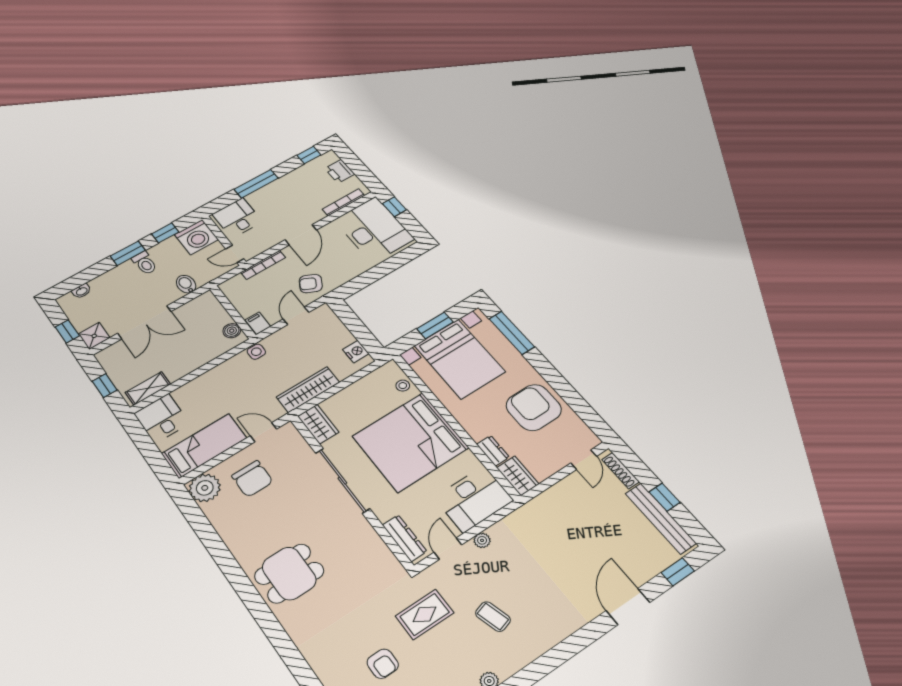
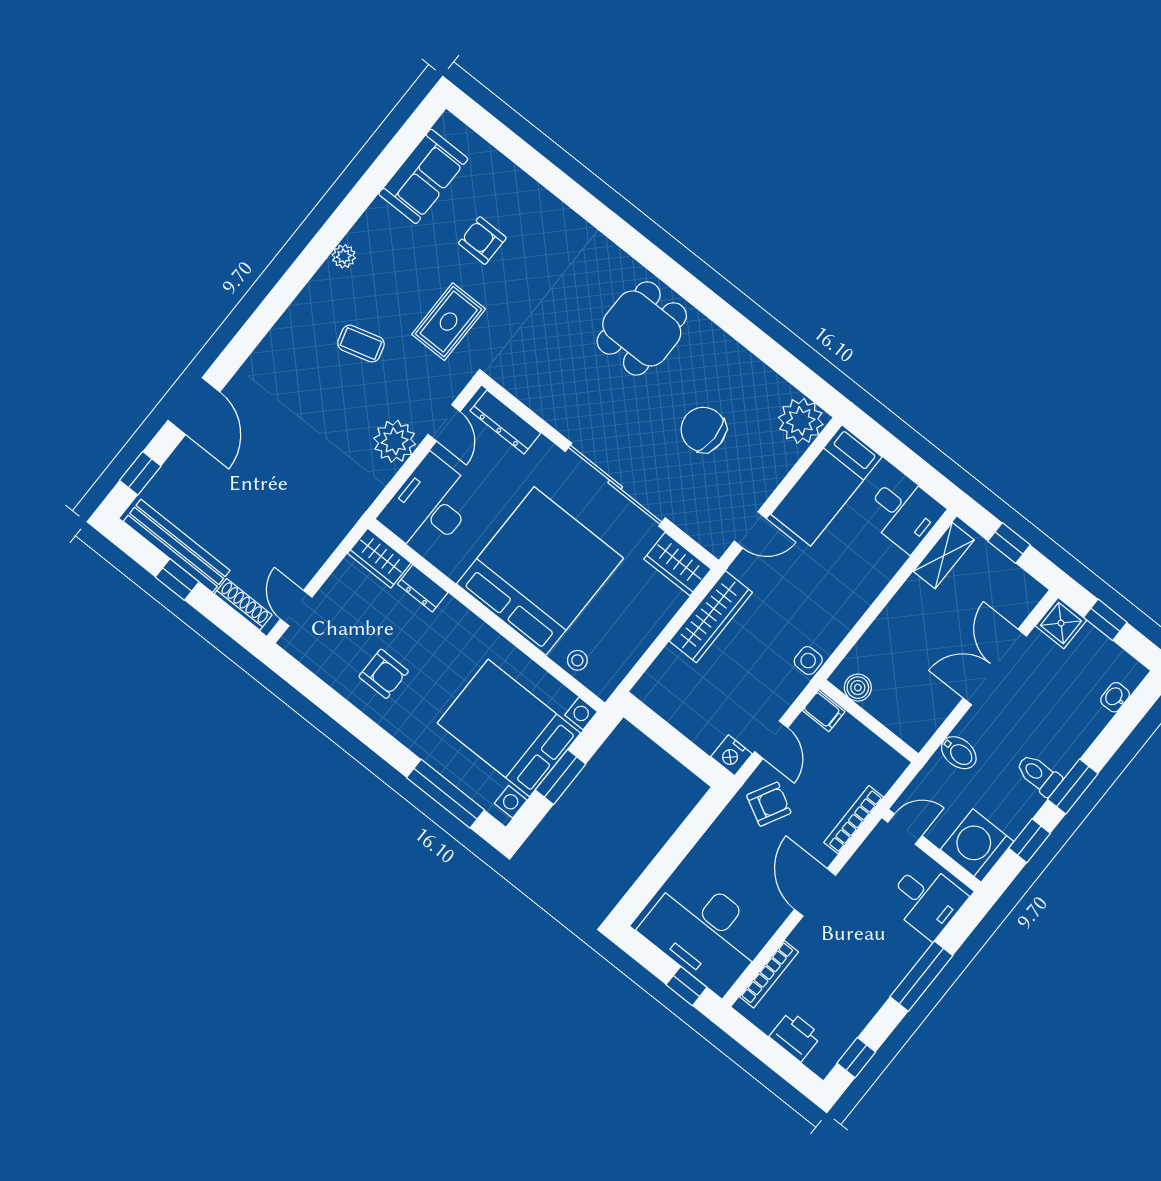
nightstand: (356, 352) -> (731, 755), moved
armchair: (534, 407) -> (384, 674), width x0.53, depth x0.53
chair: (252, 479) -> (703, 430), moved
plant: (482, 540) -> (395, 441), width x1.88, depth x1.88

